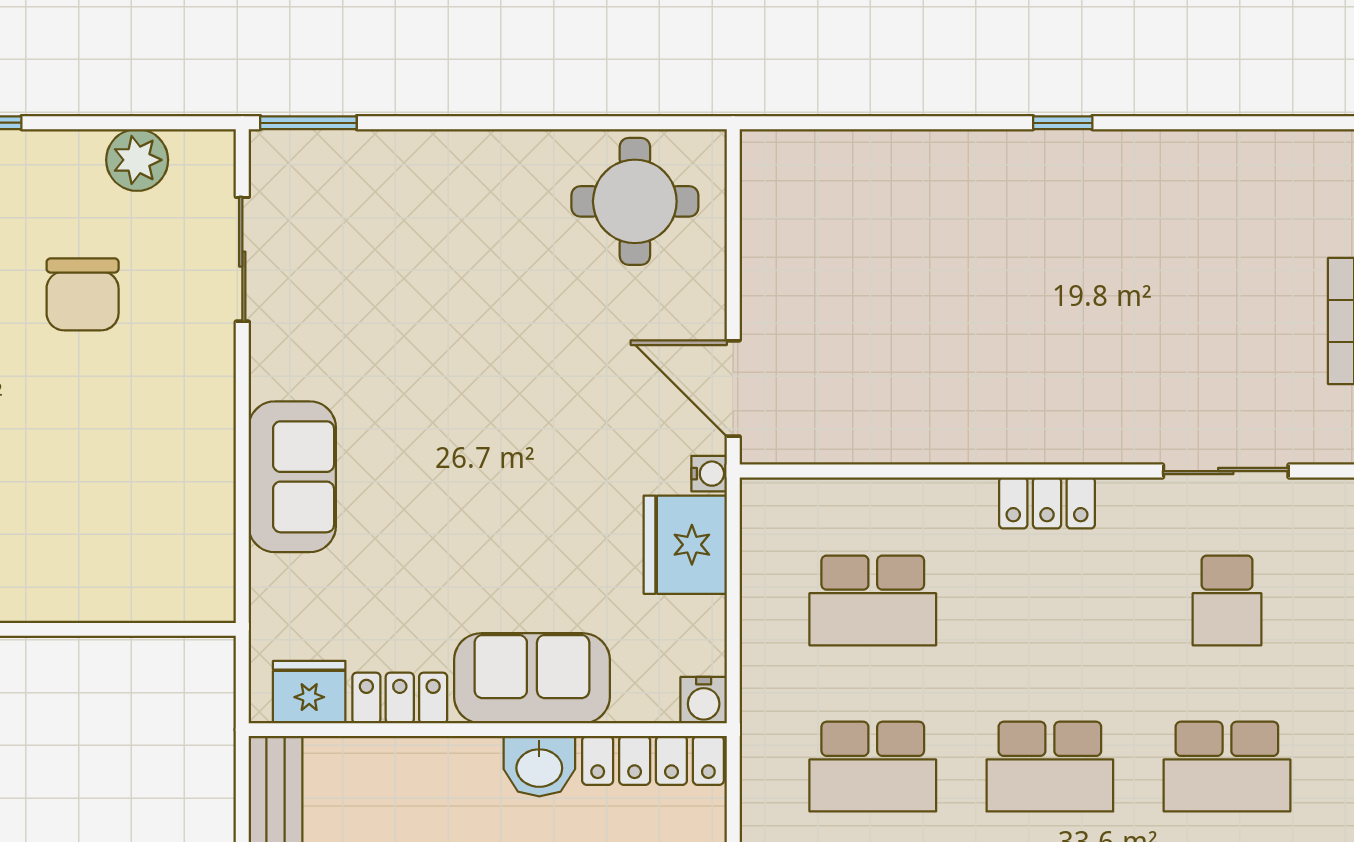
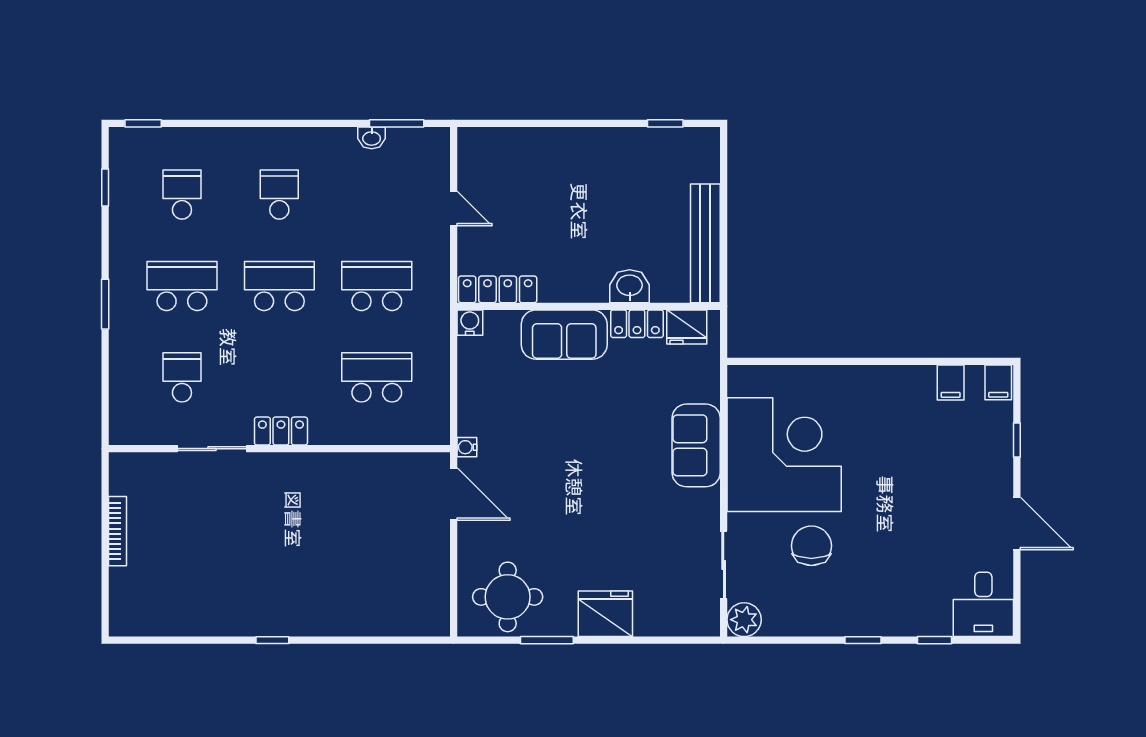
window: (308, 123) -> (547, 640), moved
plant: (137, 160) -> (744, 620), moved
corner desk: (132, 460) -> (784, 455), added
sliding door: (1226, 471) -> (212, 449), moved
fridge: (685, 545) -> (605, 614), moved, turned -90
washbasin: (539, 766) -> (630, 286), moved

